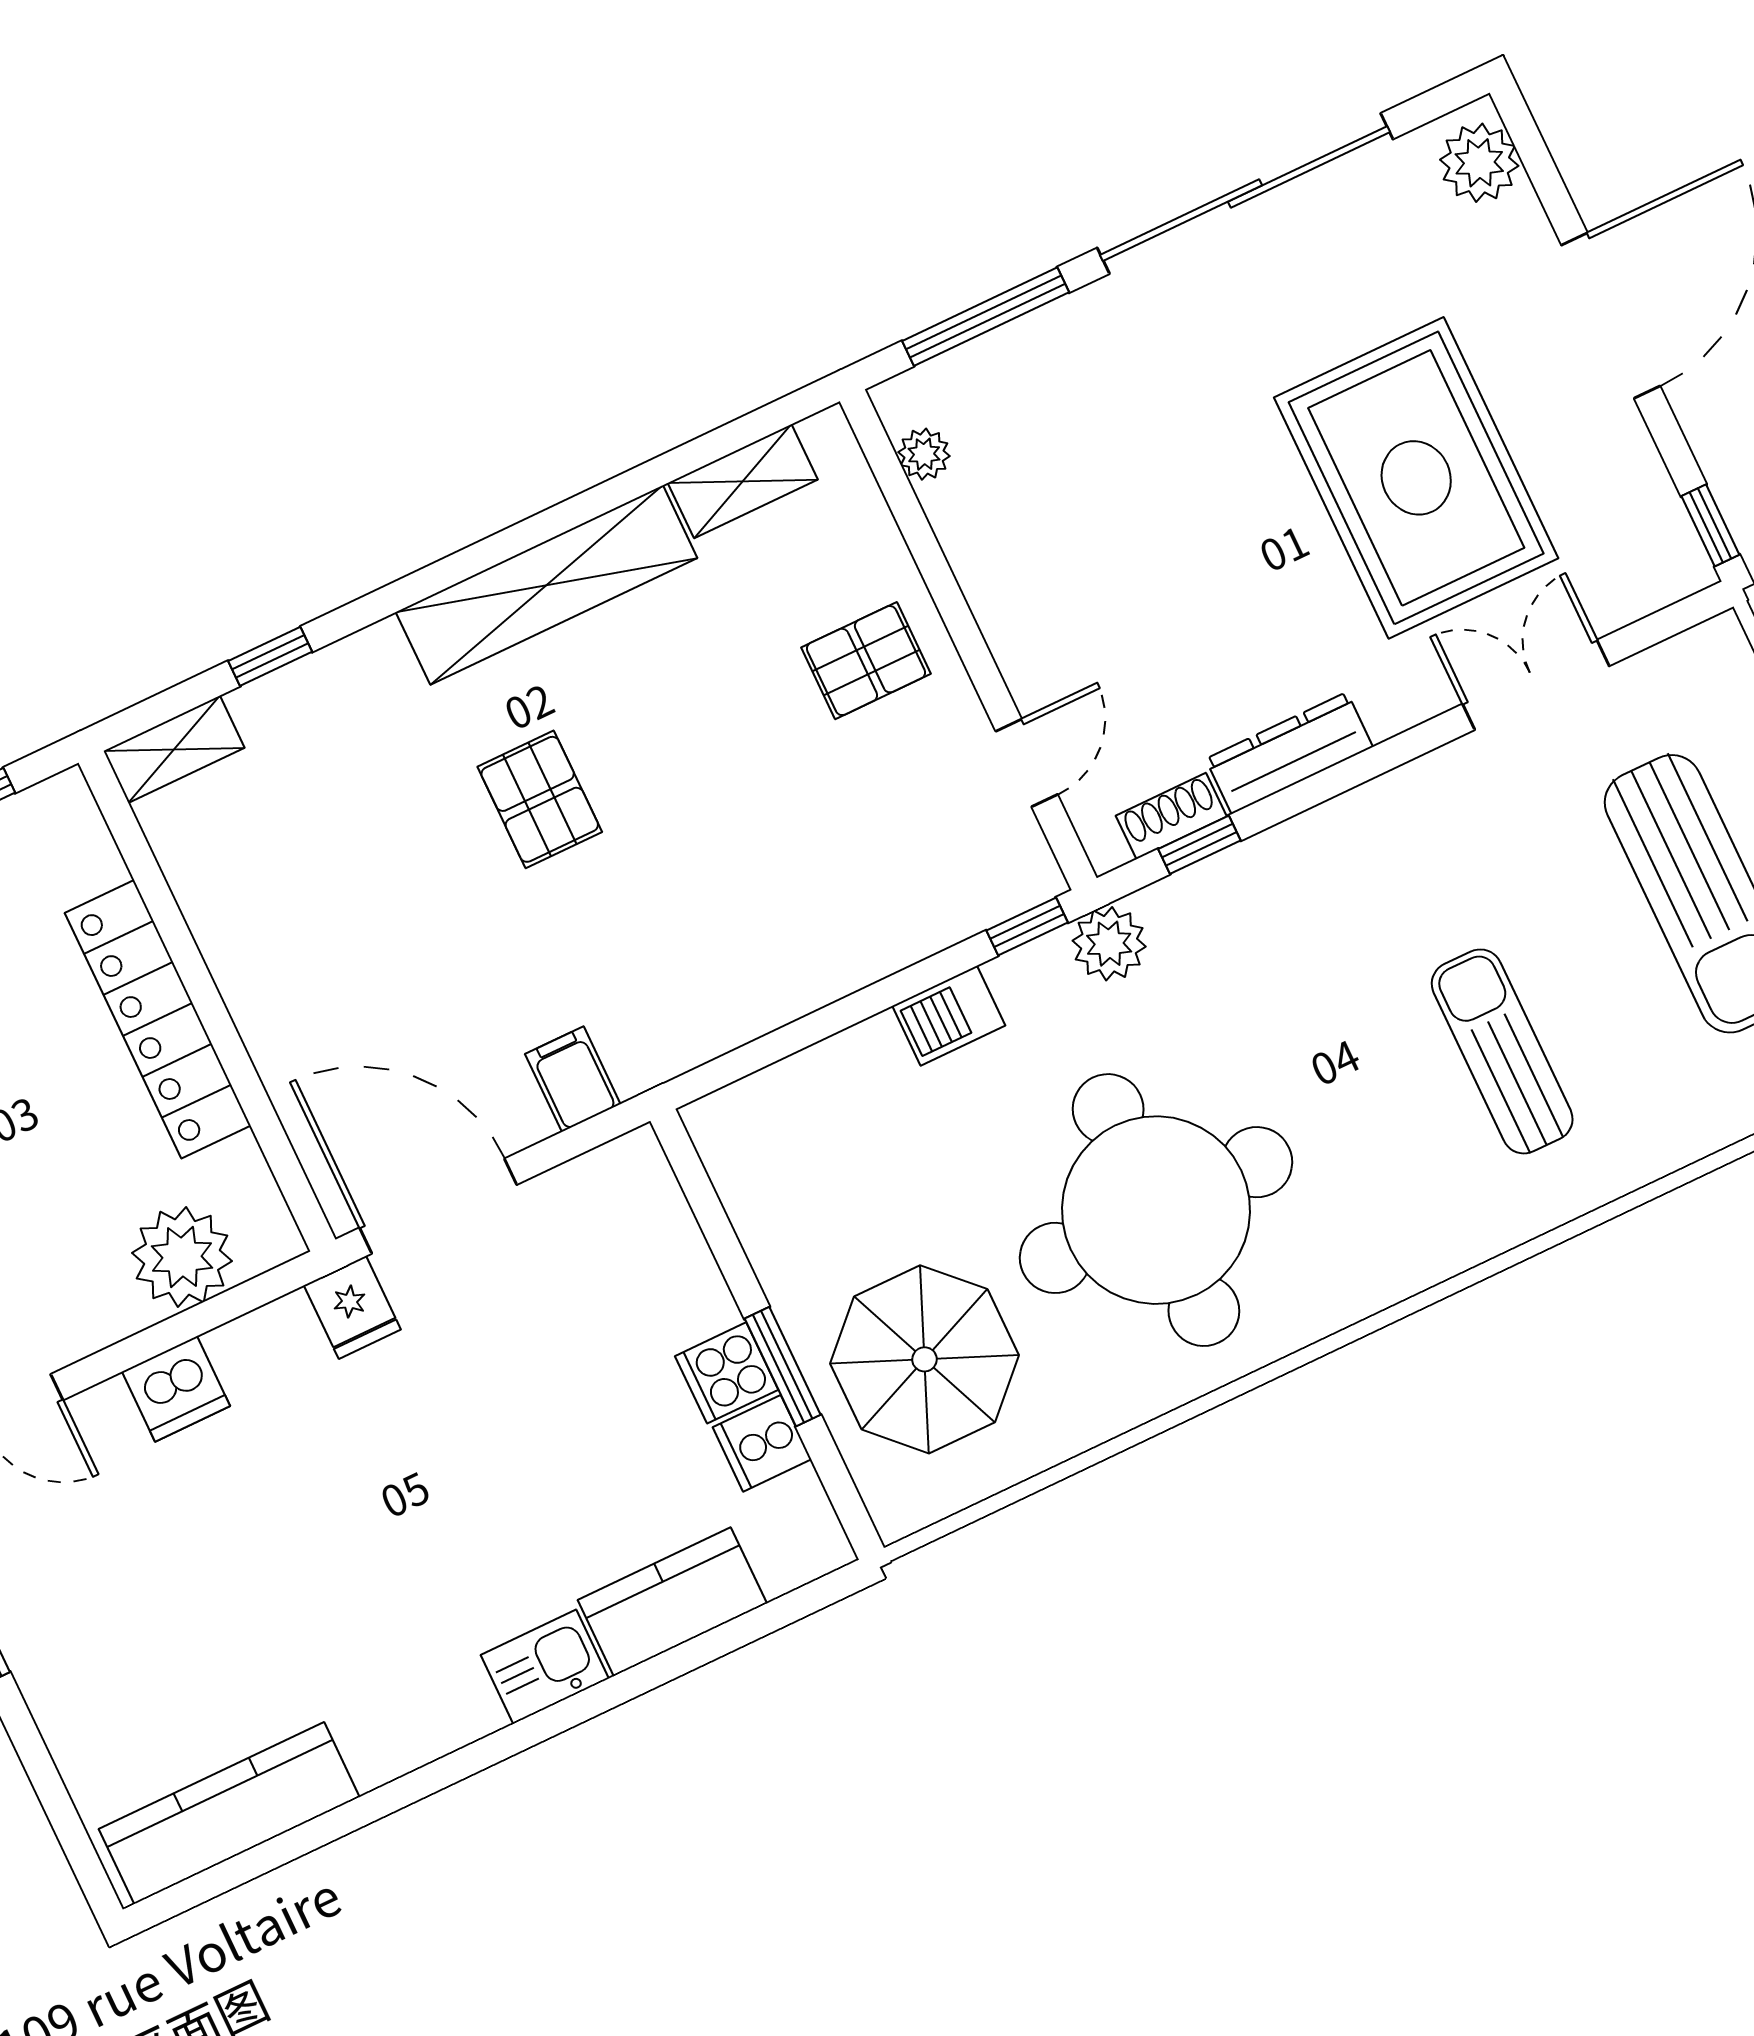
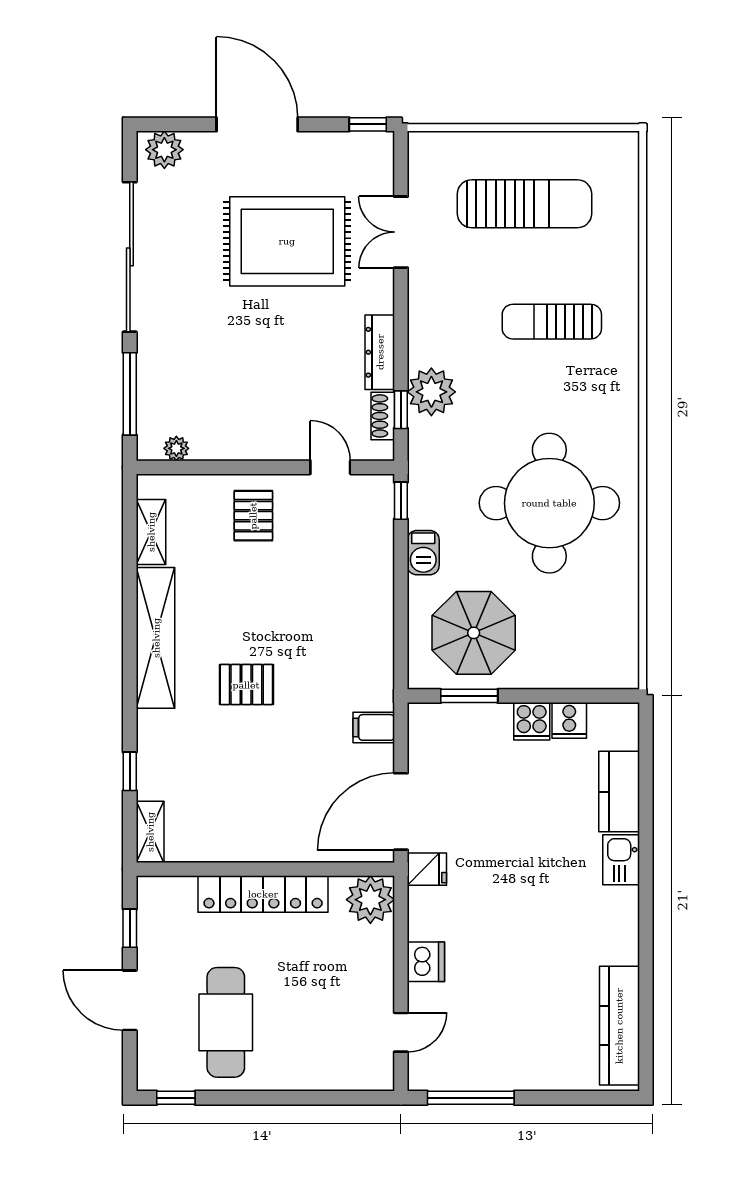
plant: (1109, 944) -> (431, 392), moved, width x1.36, depth x1.36
plant: (182, 1257) -> (370, 900), moved
parasol: (924, 1359) -> (474, 633), moved
window: (783, 1367) -> (469, 696), moved

